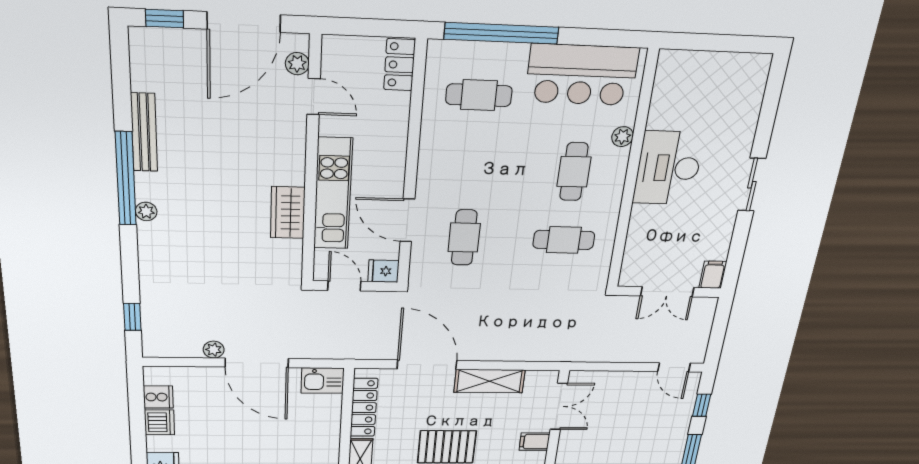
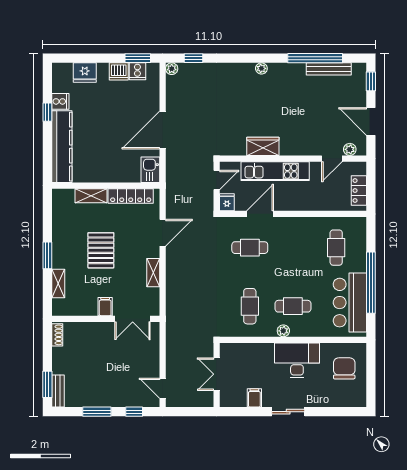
door: (244, 22) -> (371, 122), width x0.73
window: (501, 33) -> (371, 283), moved
locker: (400, 65) -> (359, 191), moved, turned -90
chair: (697, 89) -> (344, 368), added
bench: (144, 132) -> (329, 69), moved
plant: (622, 137) -> (283, 331), moved
window: (126, 179) -> (315, 58), moved
filing cabinet: (713, 275) -> (254, 398), moved, turned -90
plant: (214, 350) -> (172, 69), moved
door: (427, 365) -> (163, 233), width x0.73
door: (674, 367) -> (163, 388), hinge flipped
shelving: (489, 381) -> (153, 273), width x0.67, depth x0.75
window: (136, 396) -> (138, 58), added

